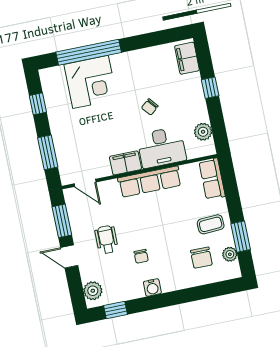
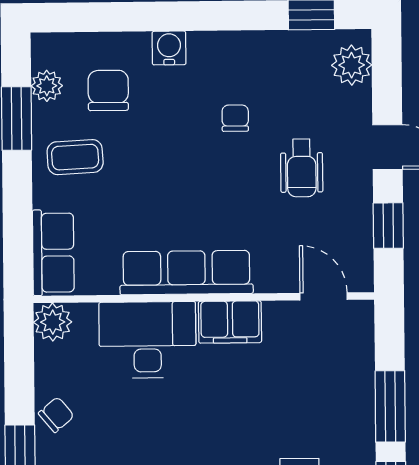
chair: (150, 107) -> (56, 415), moved
plant: (203, 132) -> (53, 322), moved
window: (48, 152) -> (390, 406), moved
window: (62, 221) -> (388, 226), width x0.67
water cooler: (152, 288) -> (169, 48), moved

